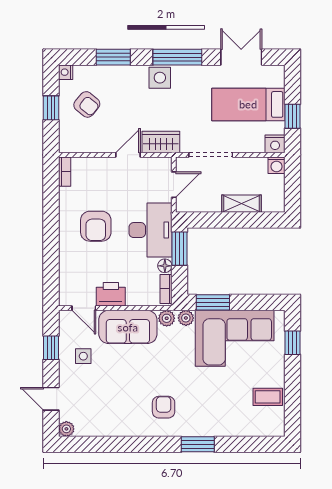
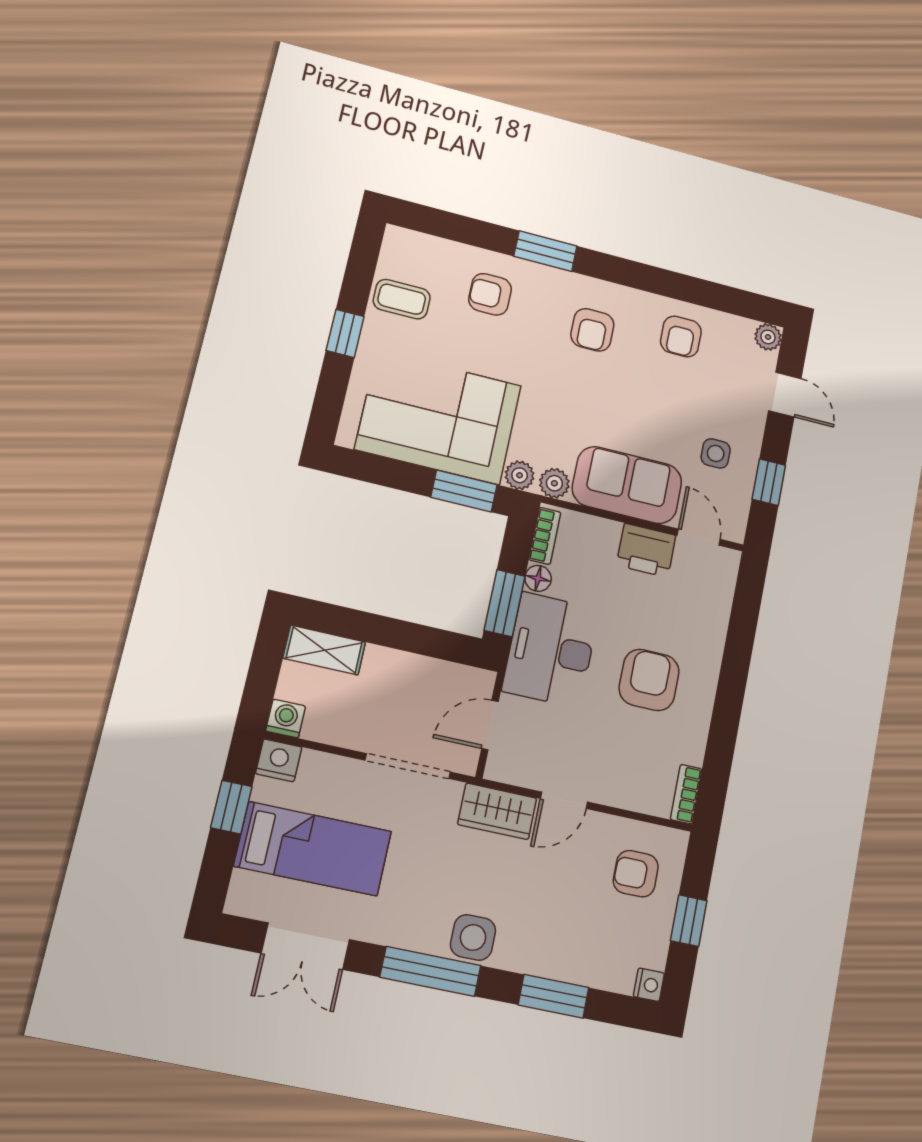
armchair: (87, 104) -> (636, 874), moved, turned -39
shelving: (242, 204) -> (324, 650), moved
window: (293, 343) -> (345, 333), moved
armchair: (222, 412) -> (490, 294), added
armchair: (115, 416) -> (681, 336), added

